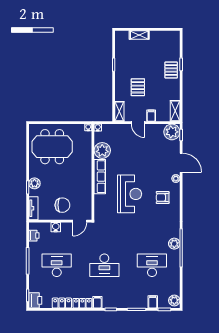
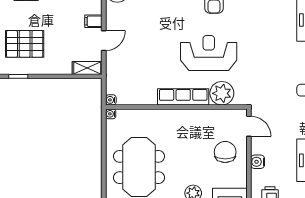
pallet: (138, 87) -> (25, 44), moved, width x1.50, depth x1.42
plant: (102, 150) -> (222, 93), moved

